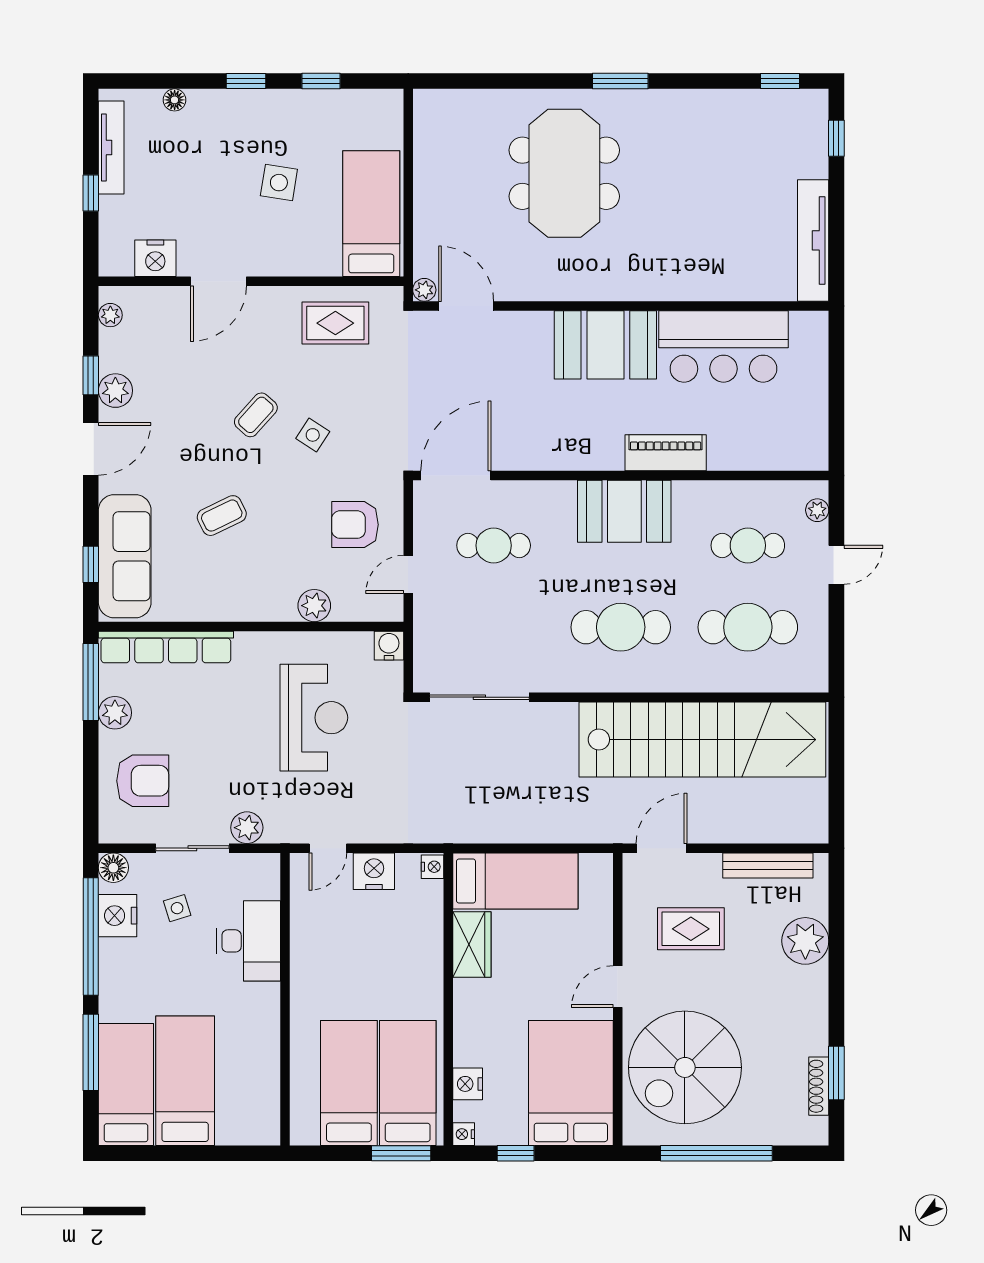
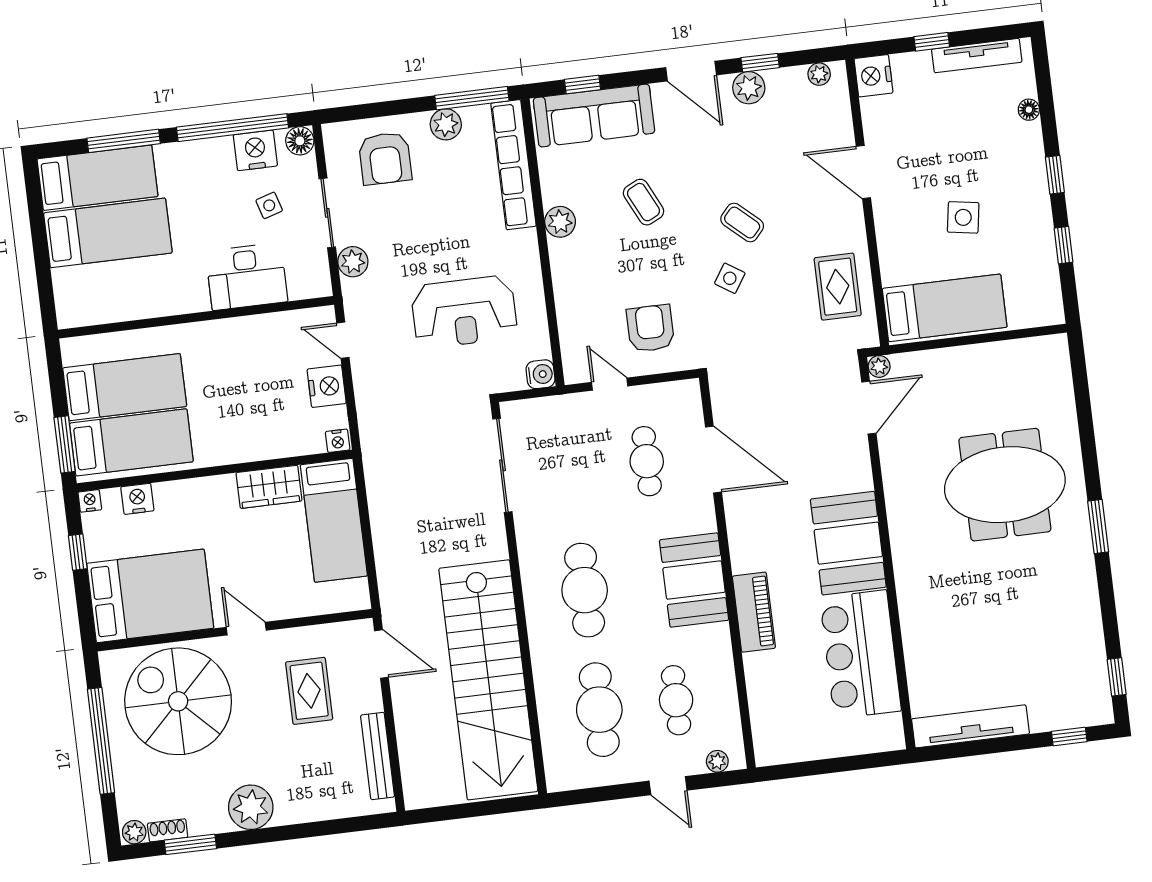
nightstand: (155, 258) -> (874, 76), moved
door: (456, 475) -> (713, 460), moved
plant: (314, 606) -> (560, 222), moved
plant: (805, 941) -> (251, 807), moved
shoe rack: (819, 1086) -> (168, 830), width x0.70
plant: (816, 1130) -> (134, 832), added

